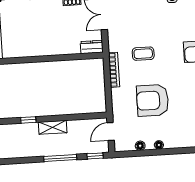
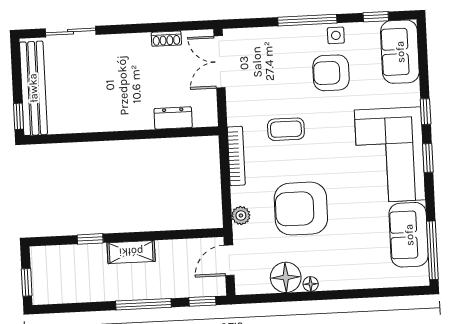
armchair: (169, 20) -> (331, 73), added
dresser: (92, 47) -> (173, 118), moved
plant: (117, 105) -> (241, 215), added
floor lamp: (140, 146) -> (286, 277), width x1.89, depth x1.89

